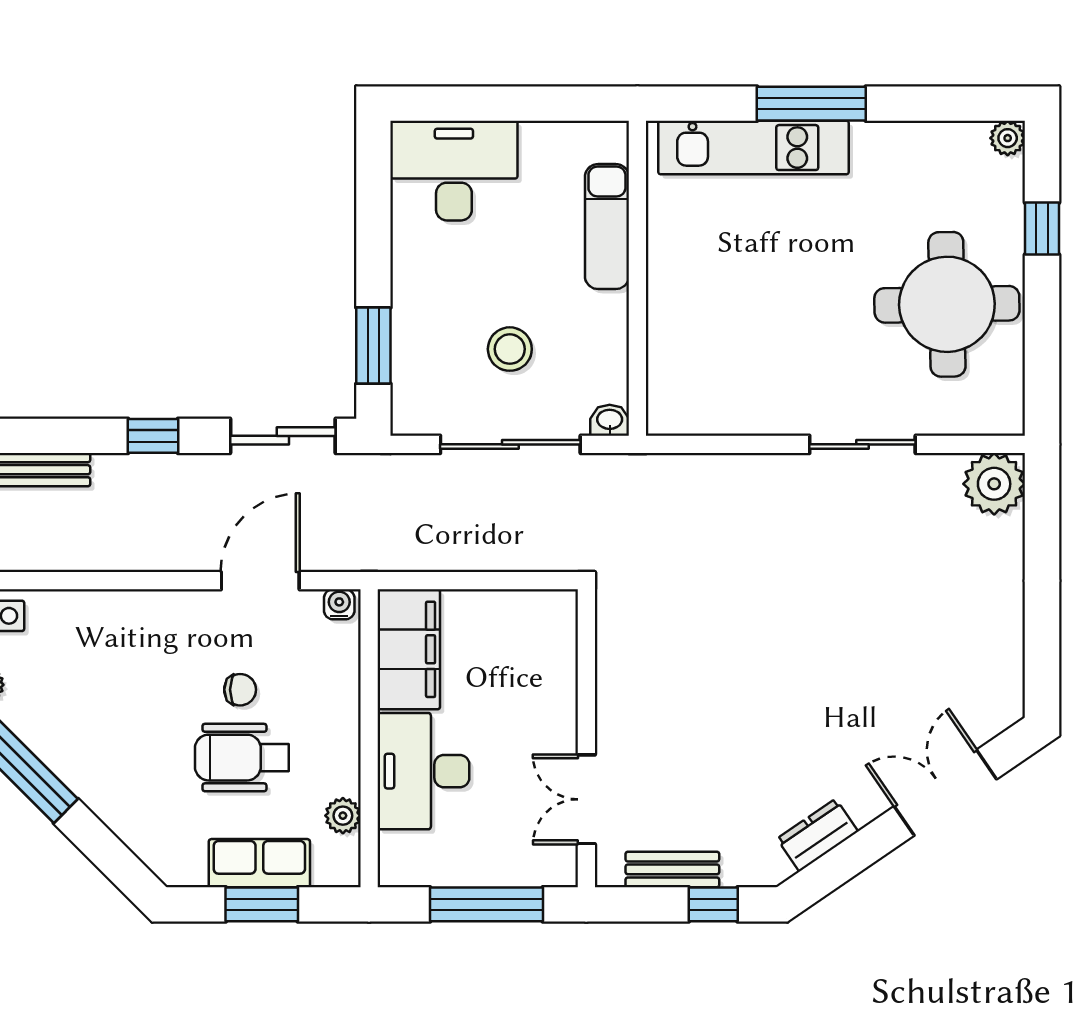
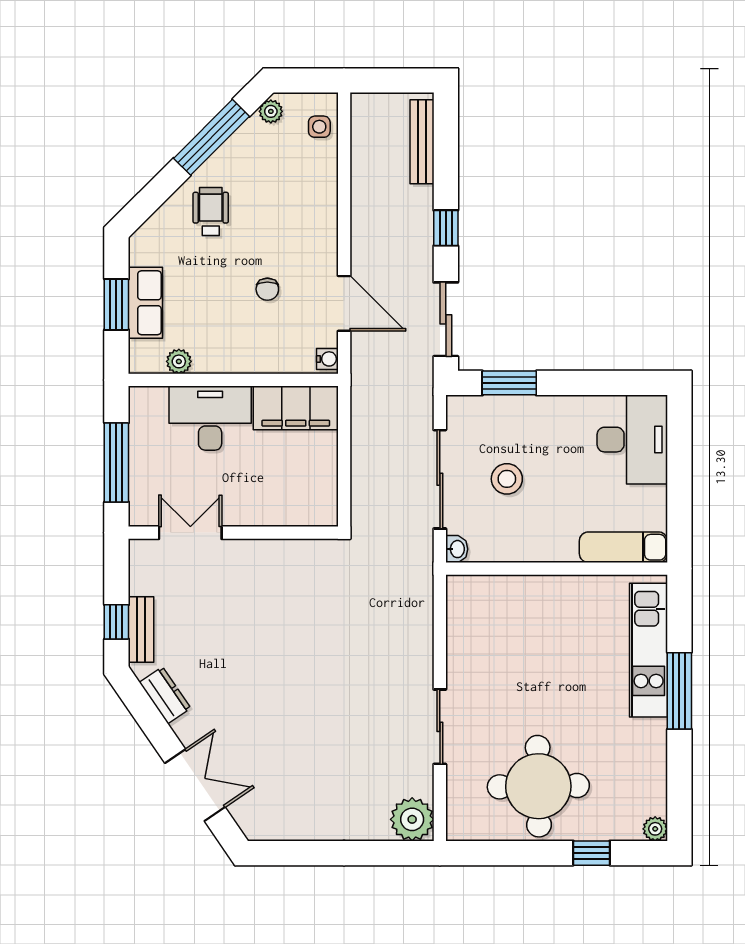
exam couch: (607, 227) -> (623, 547), moved
wheelchair: (242, 758) -> (211, 212), moved, width x0.73, depth x0.73
bench: (672, 869) -> (141, 630), moved

